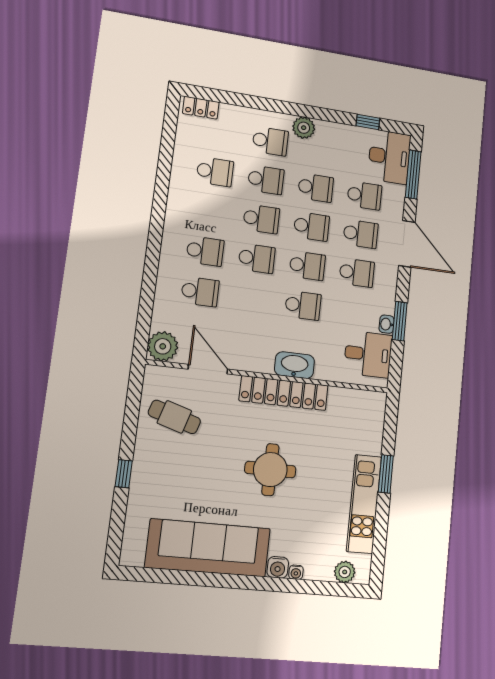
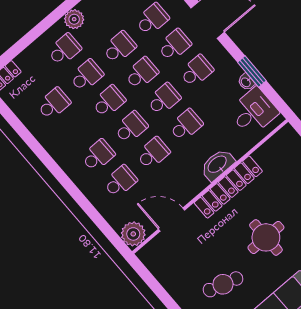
school desk: (252, 299) -> (153, 153), added
cafe table: (174, 417) -> (223, 284), moved

